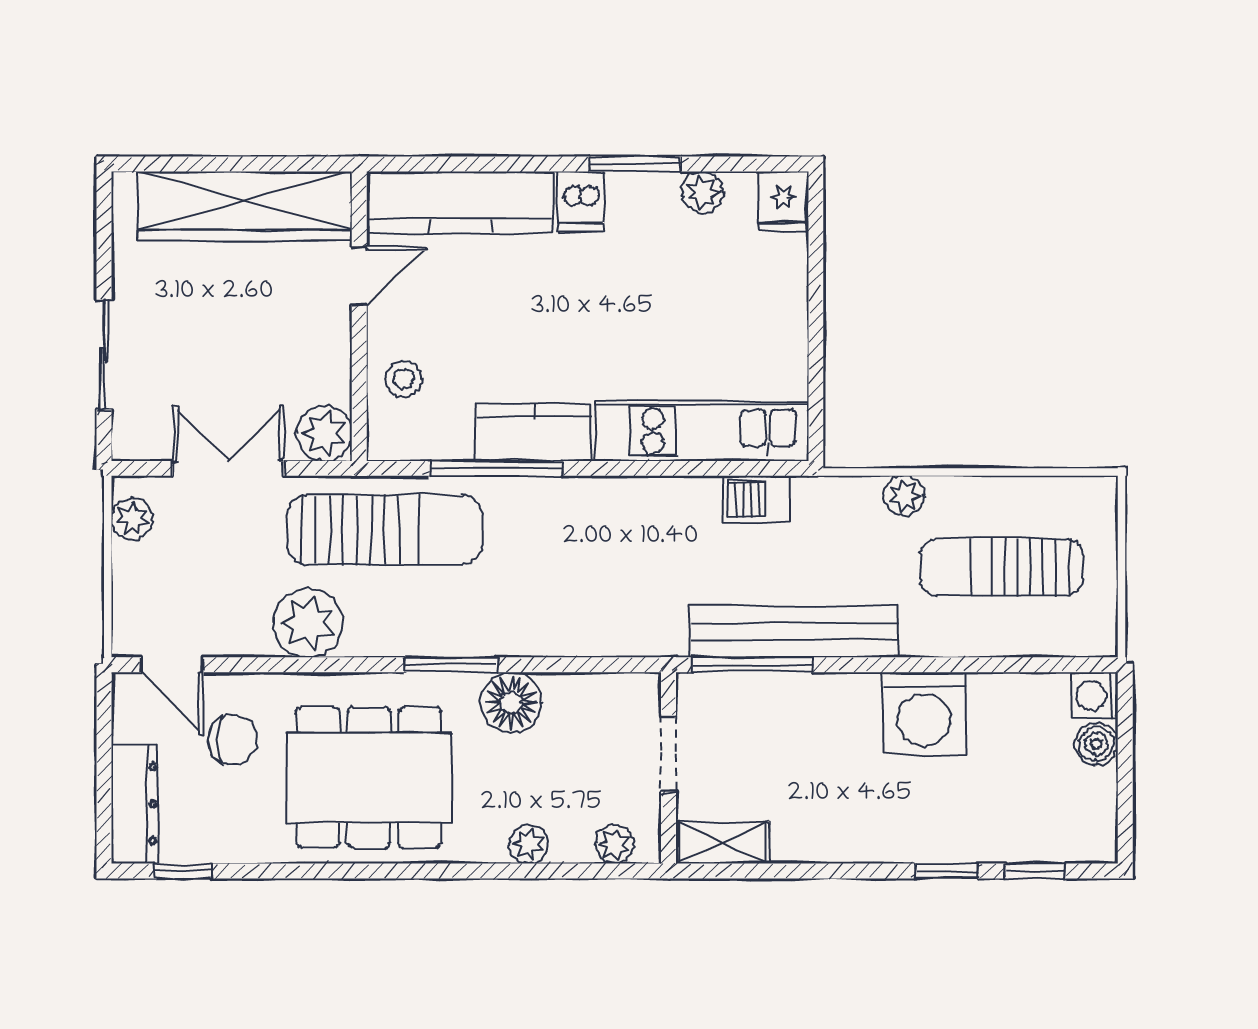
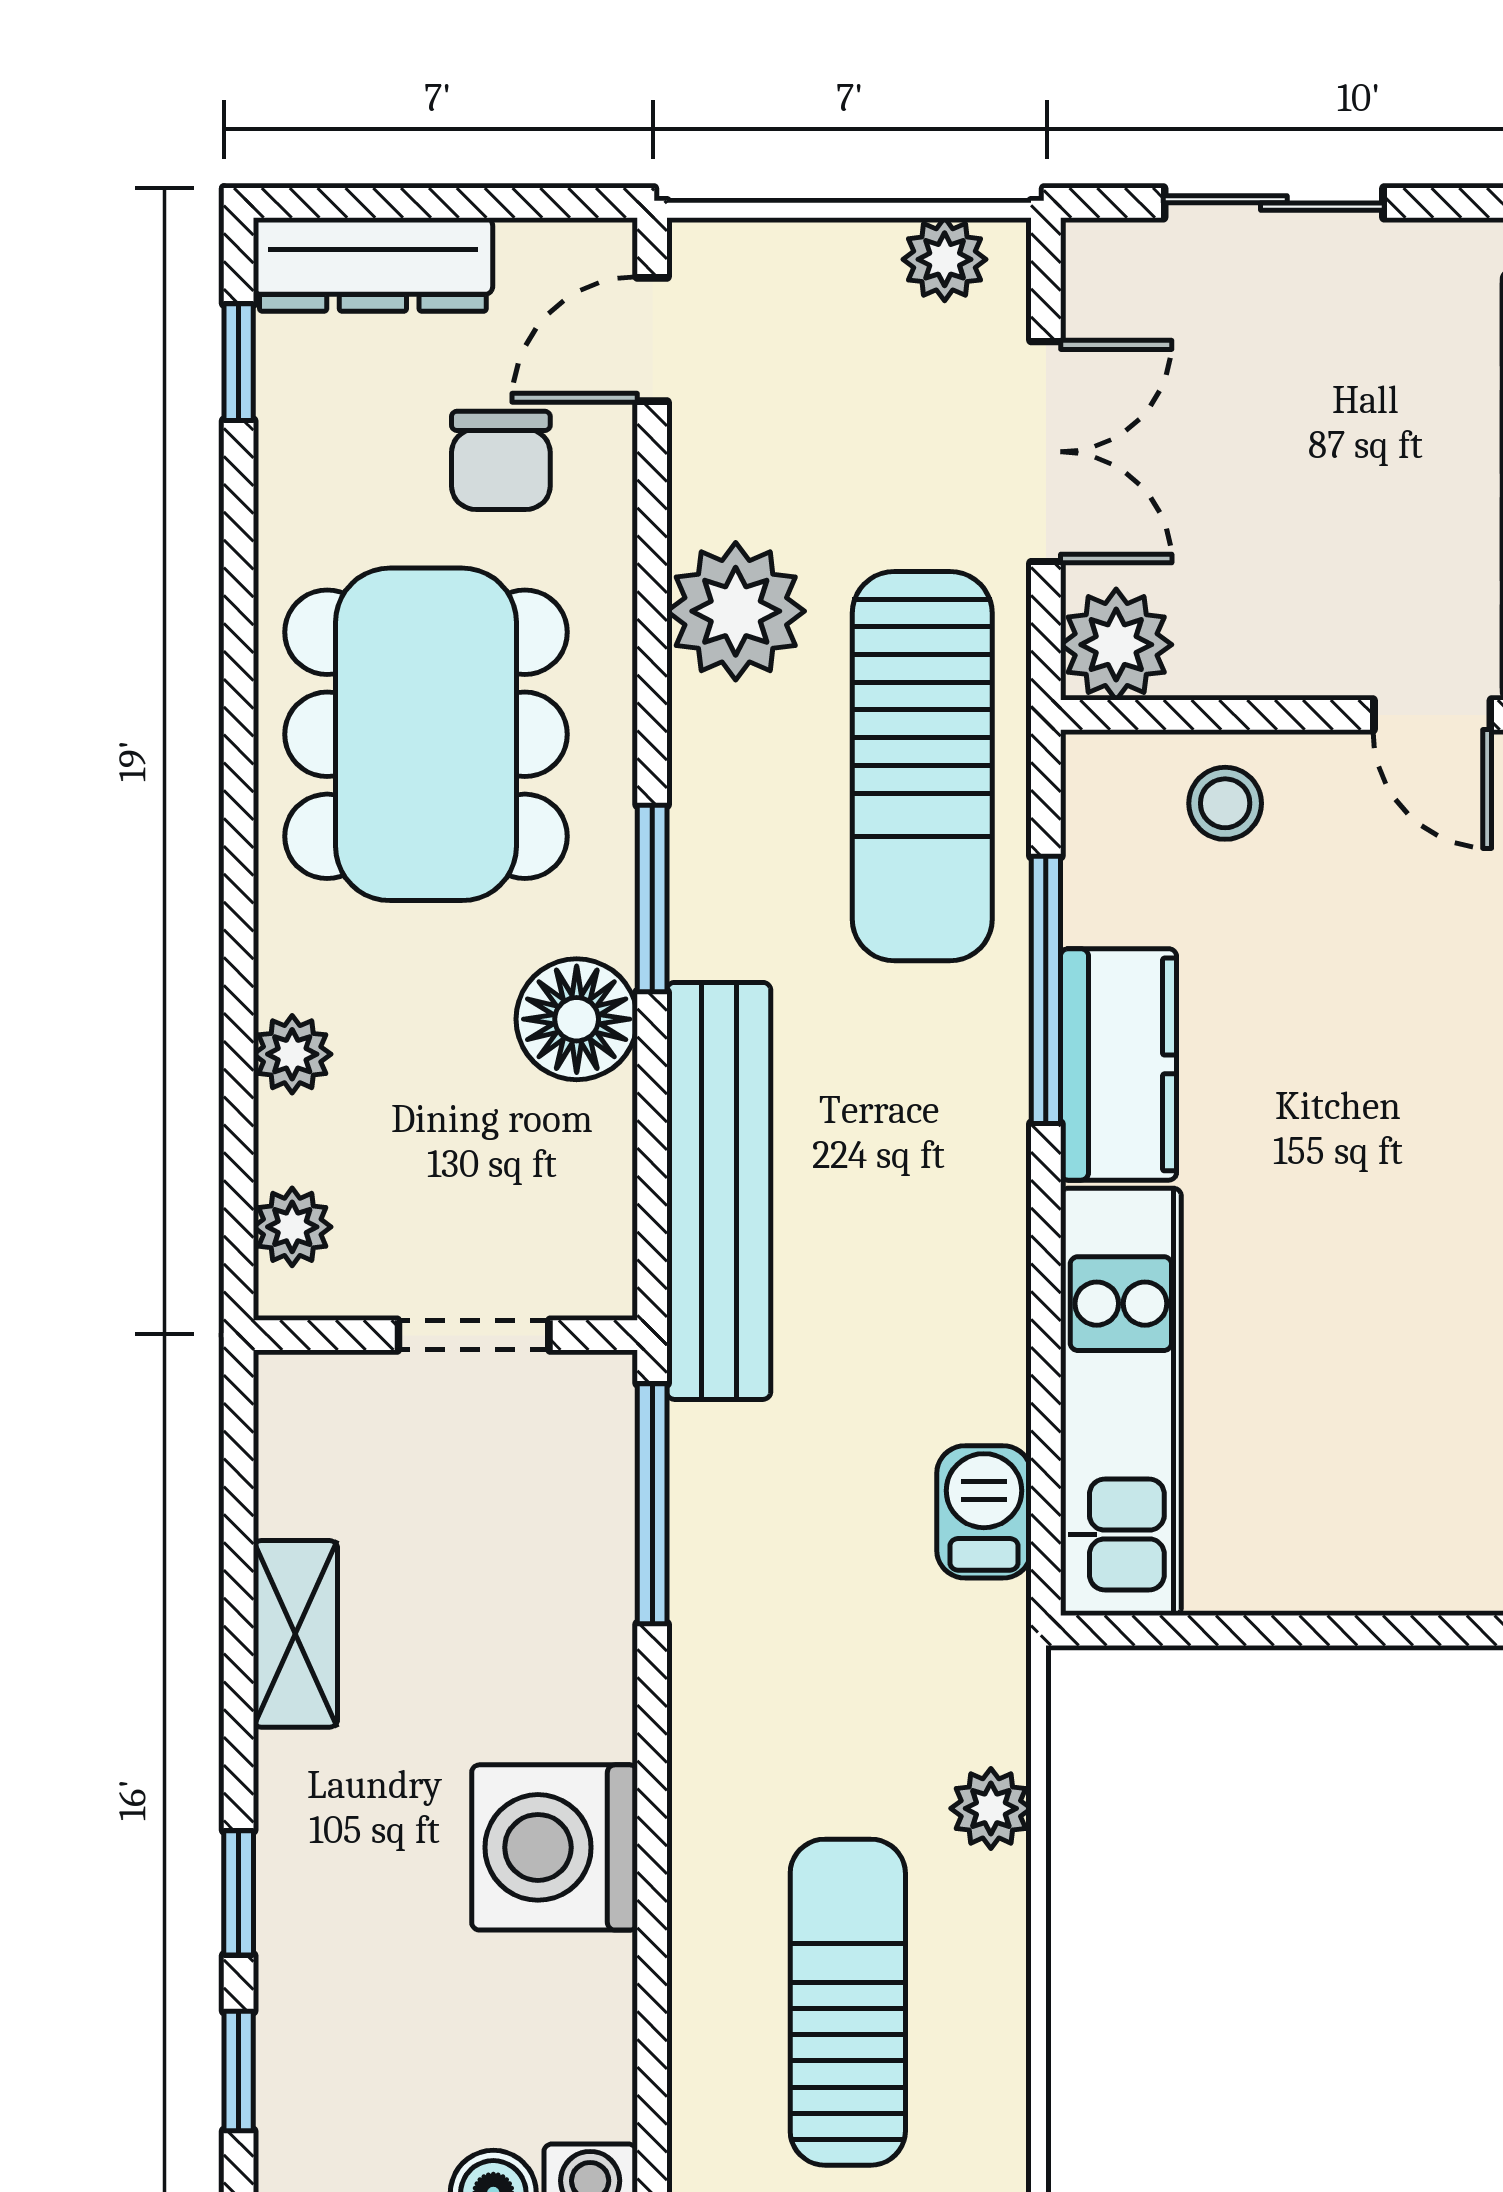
bench: (794, 632) -> (719, 1191), moved
shelving: (723, 843) -> (295, 1634), moved

